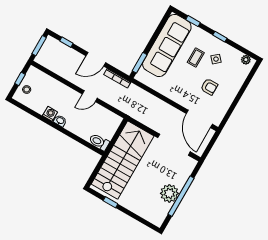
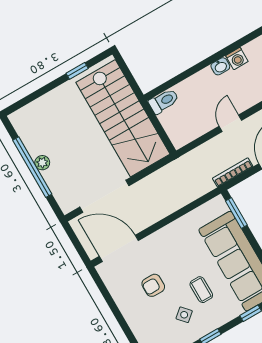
plant: (169, 193) -> (42, 163), width x0.53, depth x0.53

